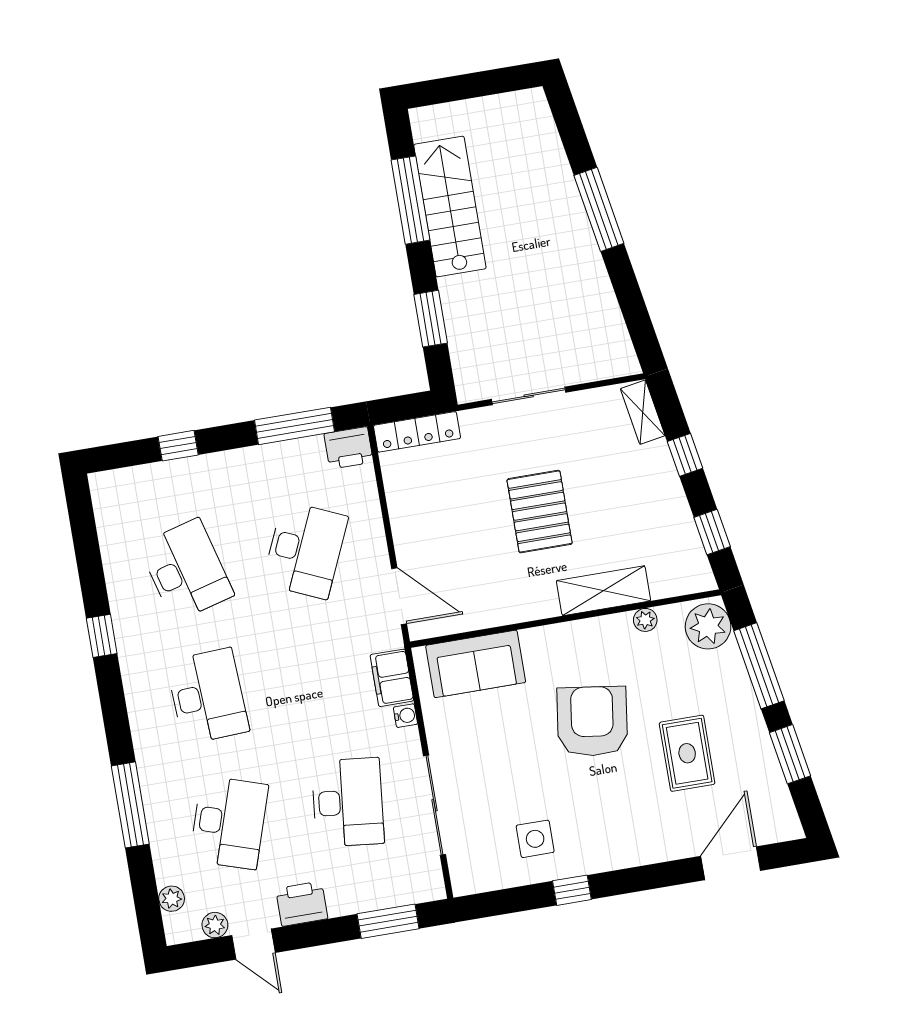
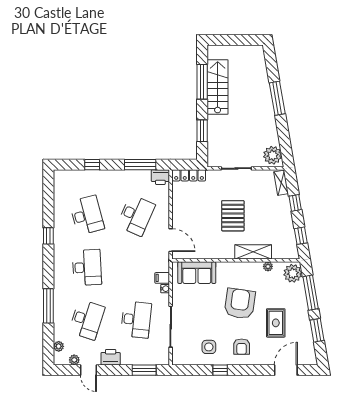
plant: (611, 349) -> (273, 155), added
filing cabinet: (392, 678) -> (162, 278), width x0.50
armchair: (614, 825) -> (242, 347), added

